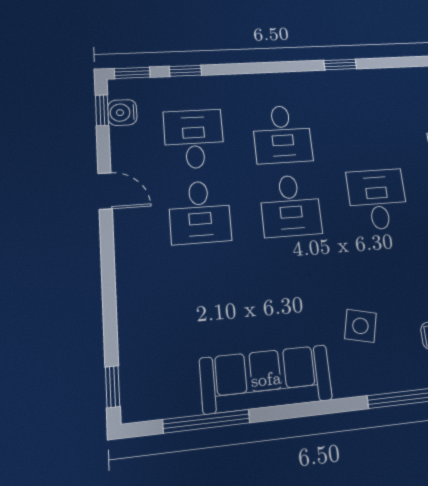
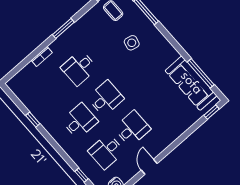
sofa: (266, 379) -> (191, 83), moved

